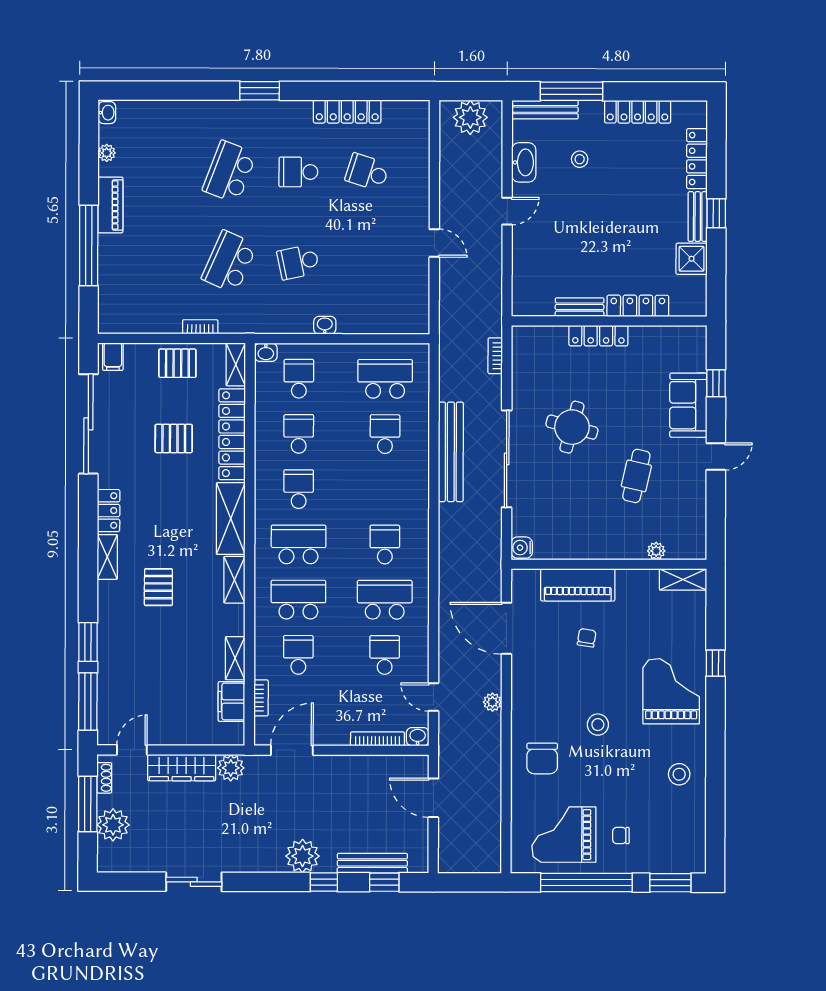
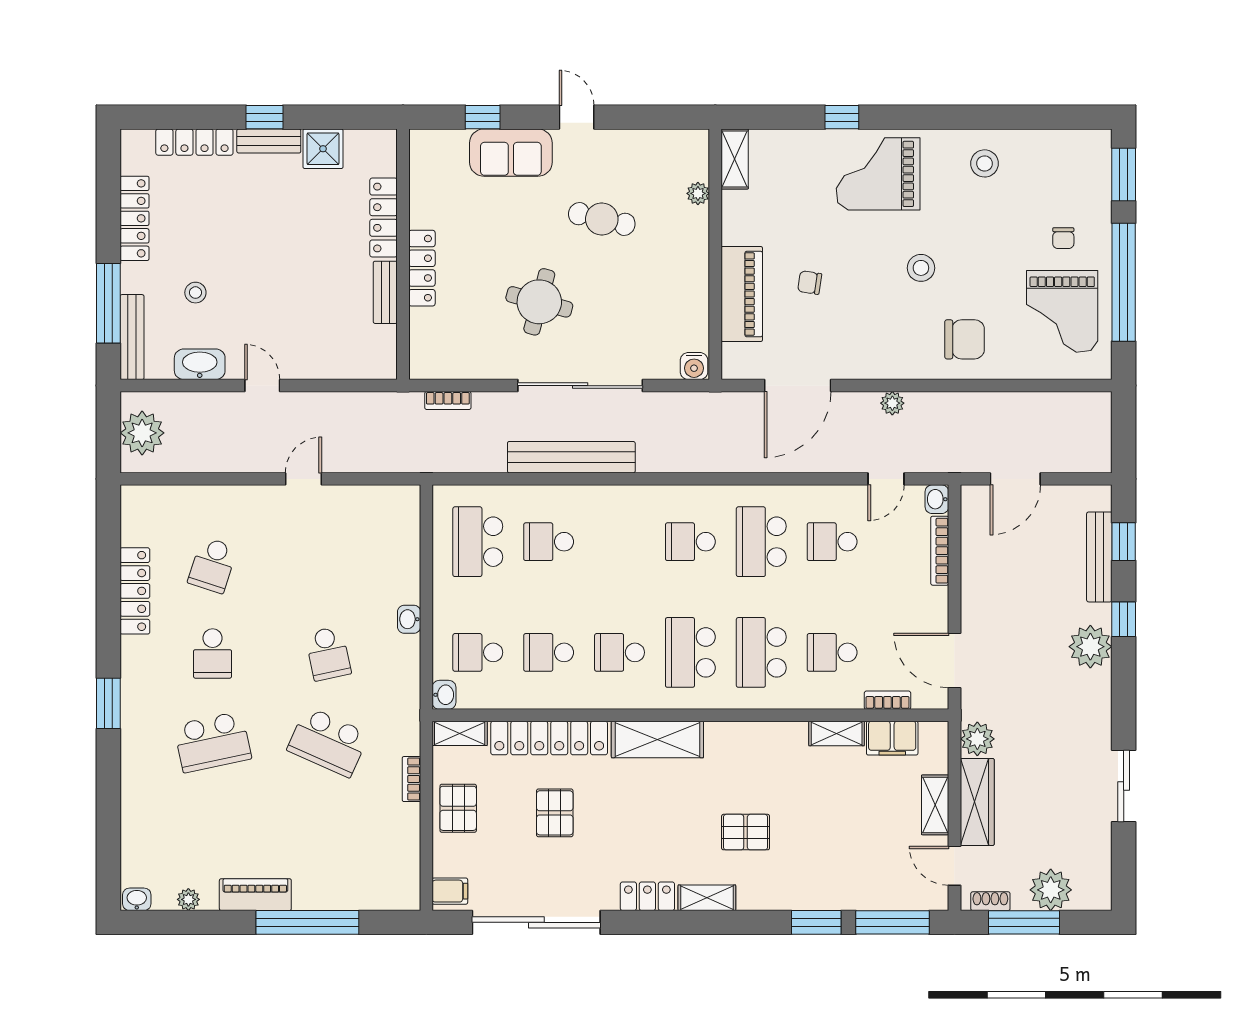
school desk: (229, 172) -> (213, 742), turned -33
shelving: (234, 580) -> (935, 805), moved, turned 90

